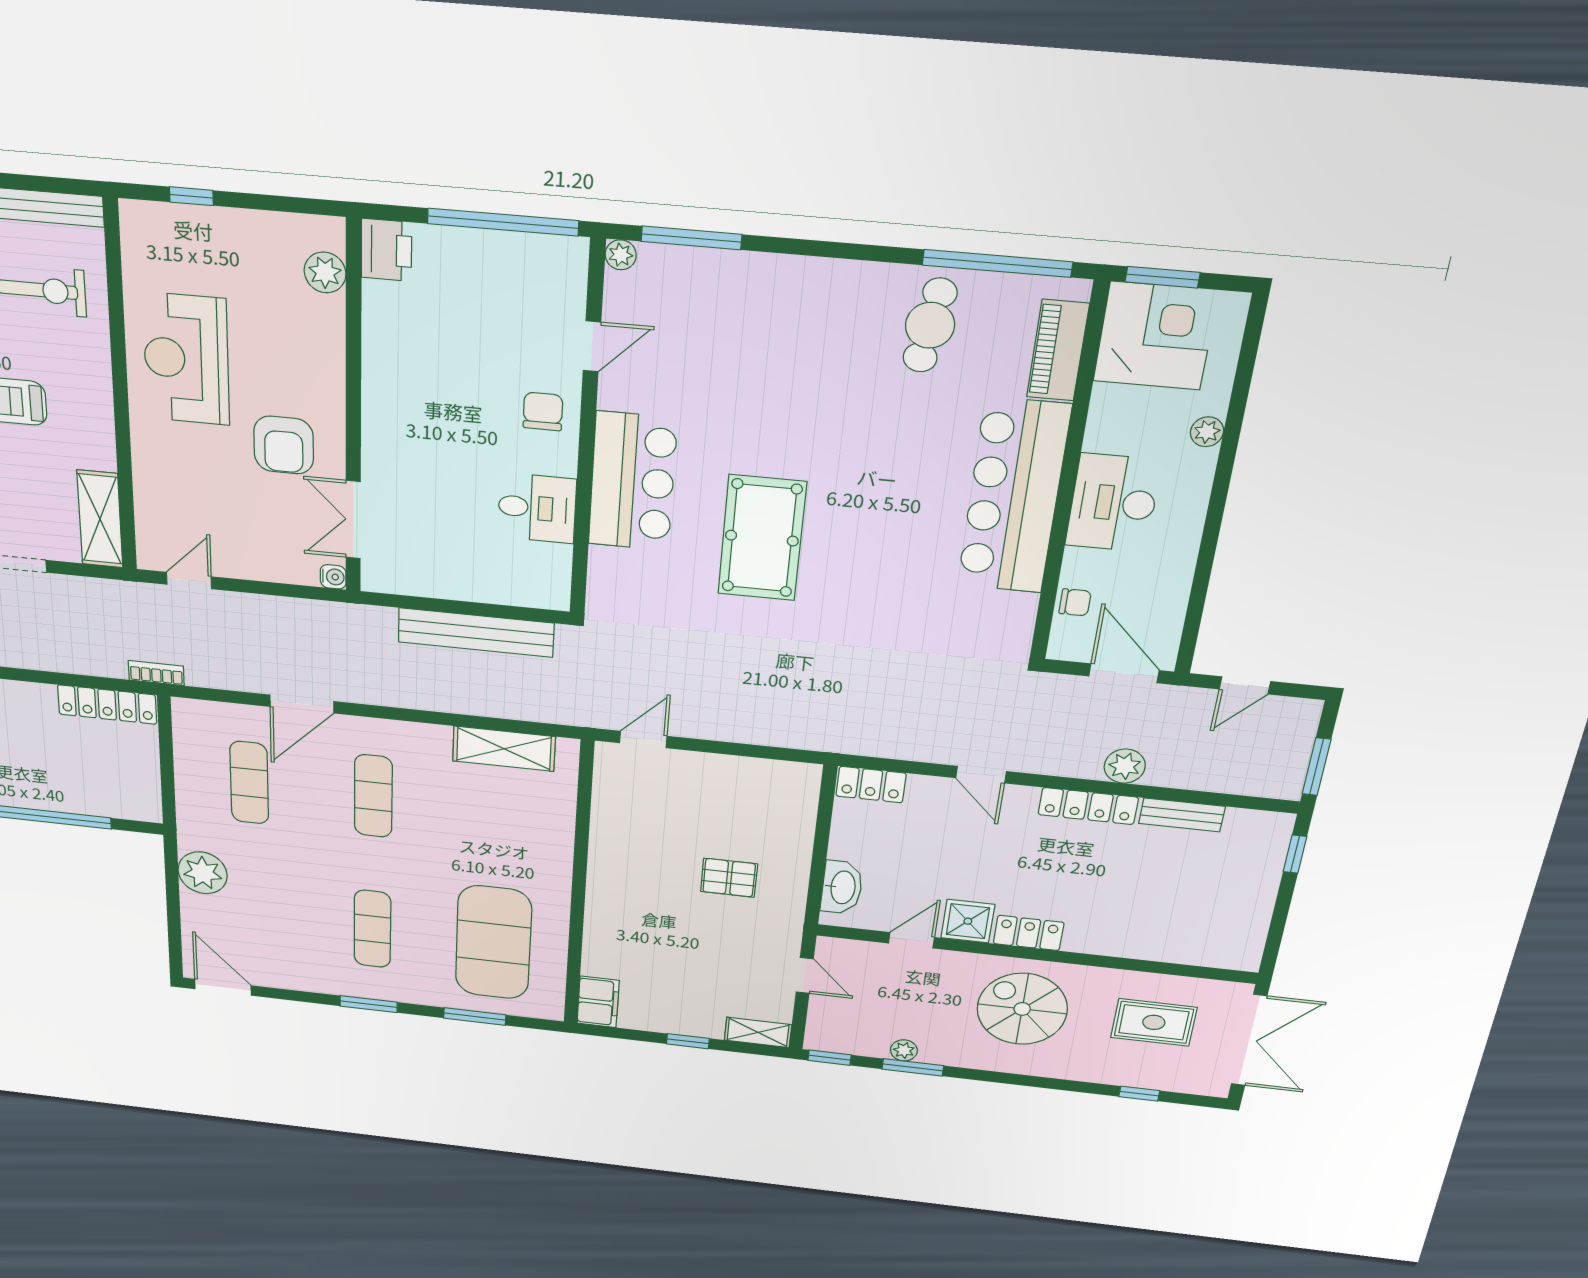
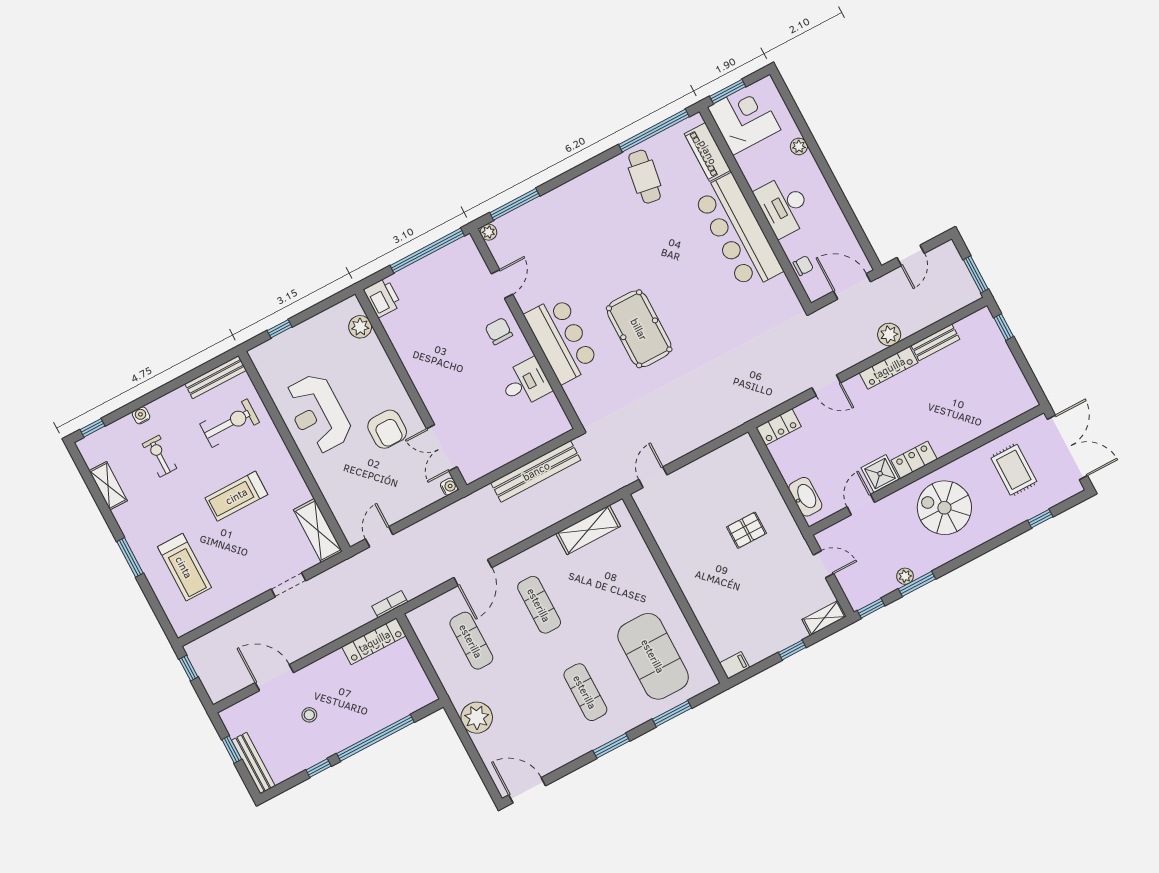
filing cabinet: (598, 1002) -> (734, 665), width x0.50
rug: (1154, 1022) -> (1014, 470), turned 90

